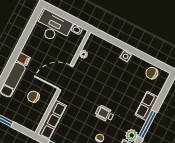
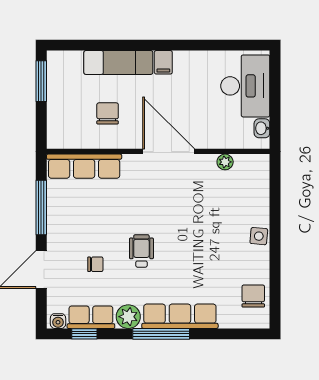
row of seats: (147, 106) -> (180, 316), width x1.48

